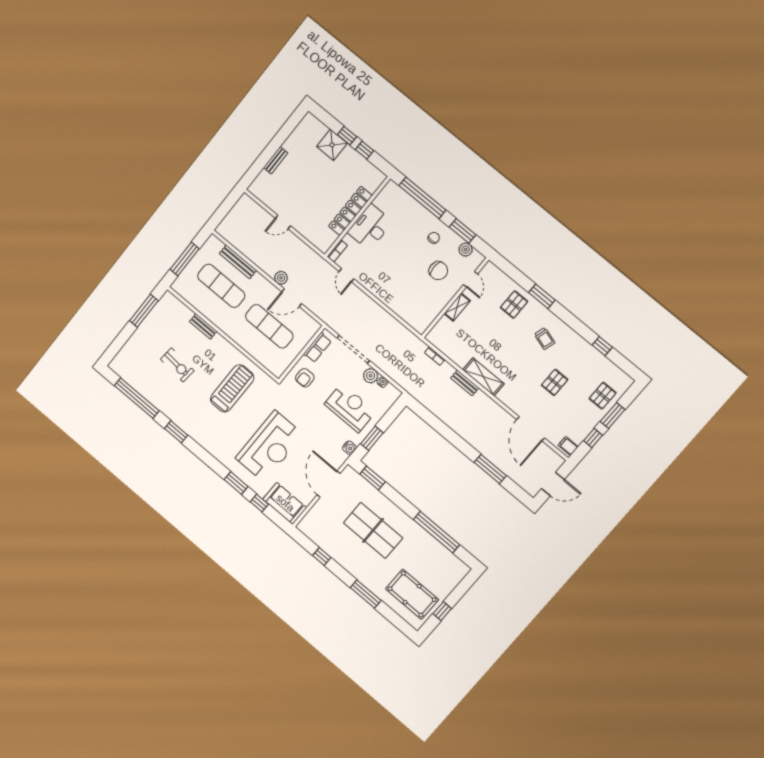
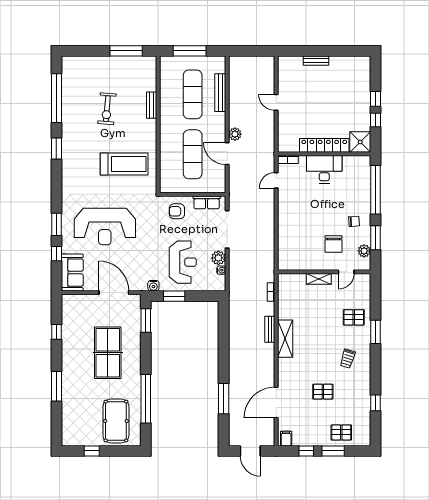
shower: (332, 145) -> (360, 142), moved
door: (329, 484) -> (114, 293), hinge flipped
pool table: (412, 594) -> (116, 421), moved

